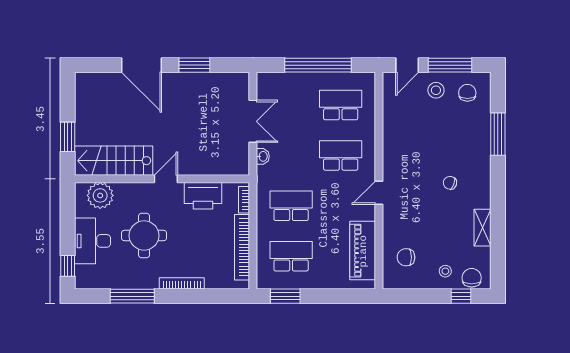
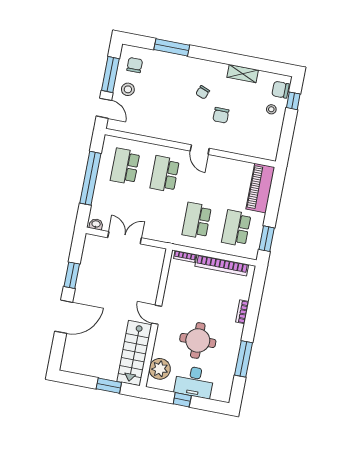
chair: (467, 93) -> (135, 65), turned 90
washbasin: (263, 156) -> (96, 224), moved
printer: (203, 196) -> (175, 288), removed
piano: (363, 251) -> (260, 188), moved, turned 90
chair: (406, 257) -> (221, 115), moved
window: (68, 266) -> (182, 400), moved
bookcase: (182, 283) -> (242, 312), width x0.64

